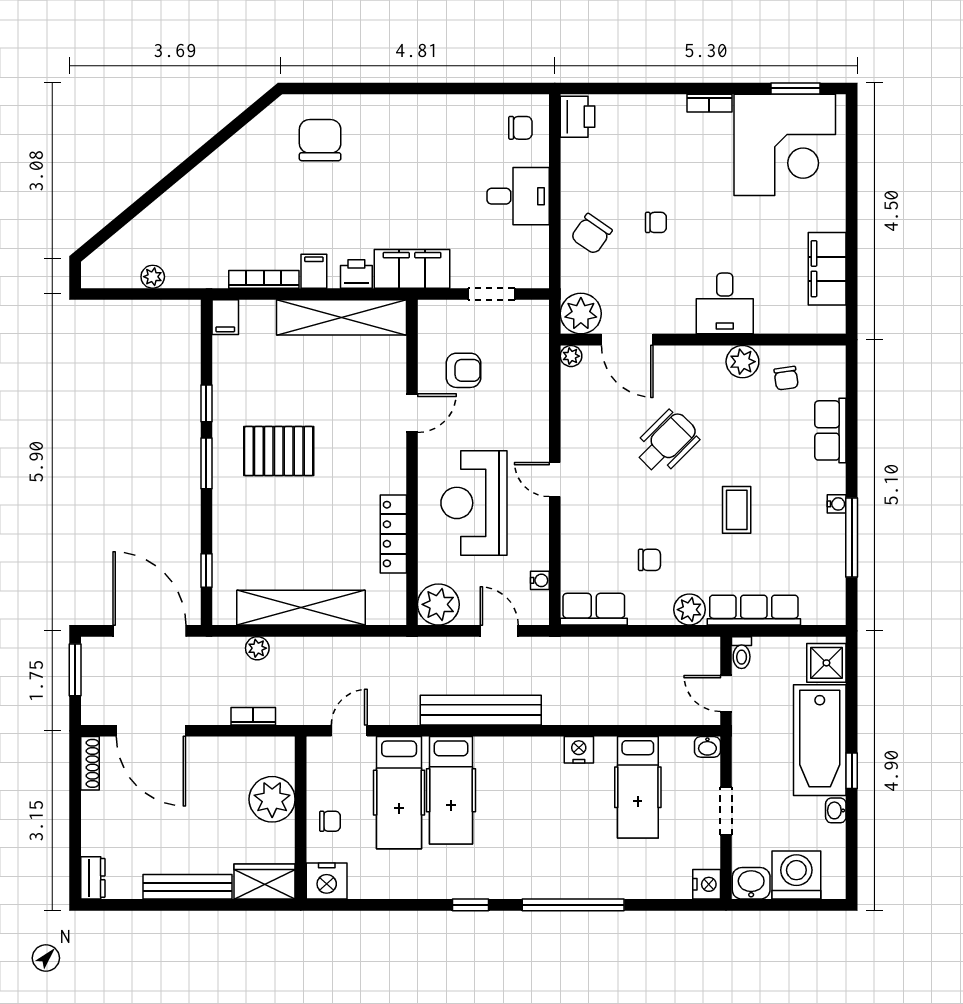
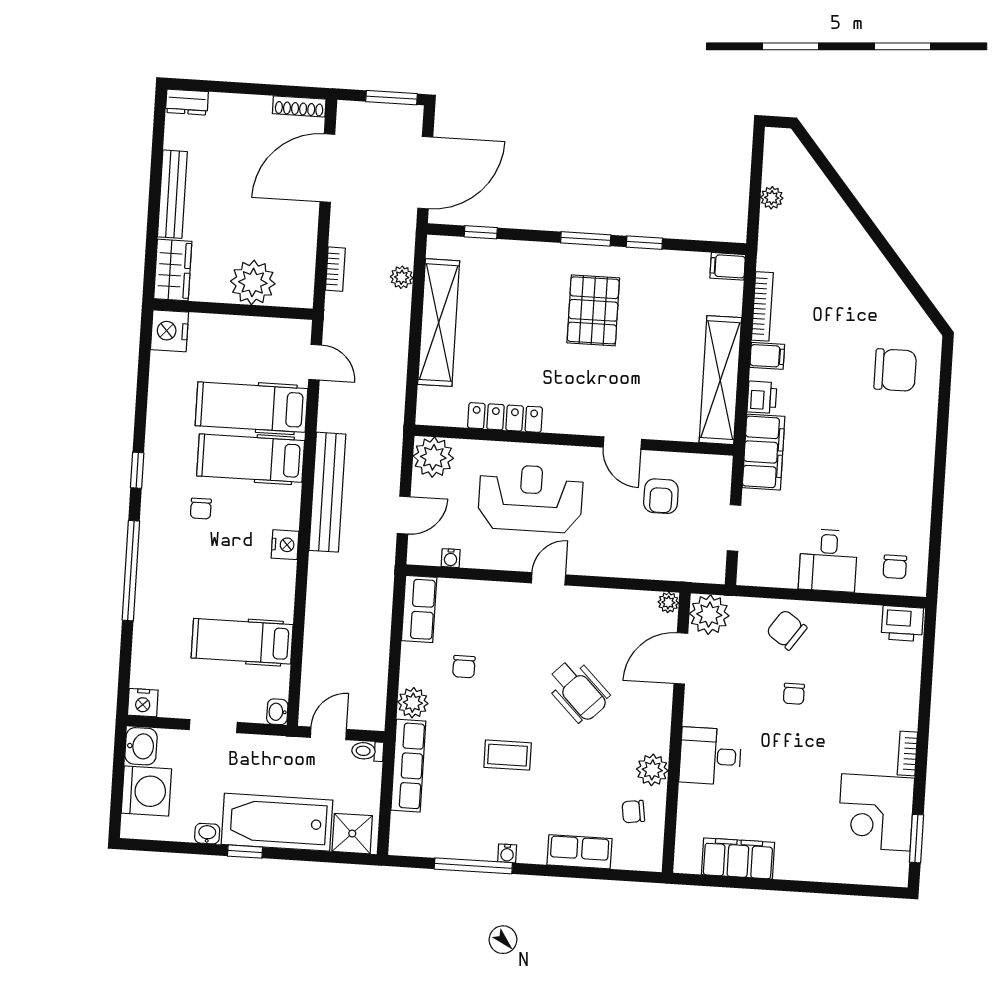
corner desk: (785, 145) -> (876, 812), width x0.74, depth x0.74
nightstand: (579, 750) -> (285, 545), moved
chair: (330, 821) -> (201, 509), moved

